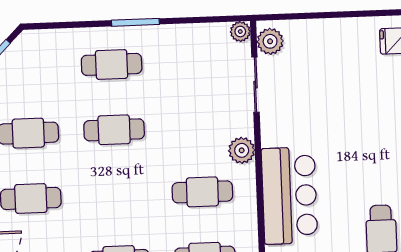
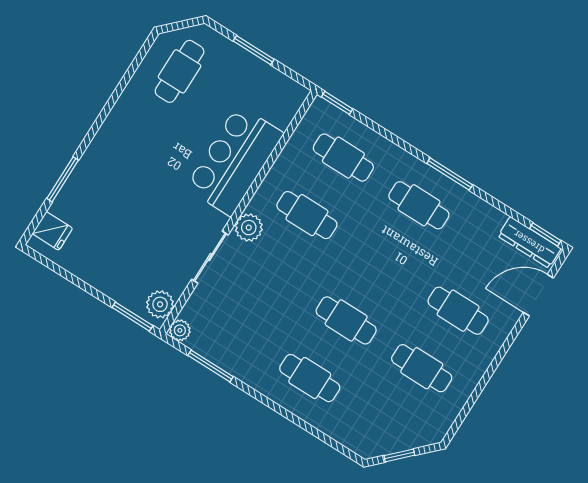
window: (285, 17) -> (132, 317), added
window: (135, 22) -> (211, 366), moved
sliding door: (255, 85) -> (210, 257), moved

